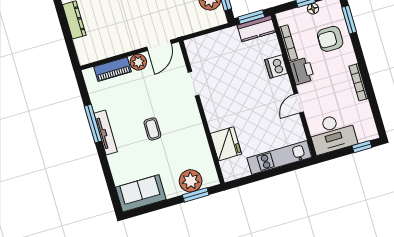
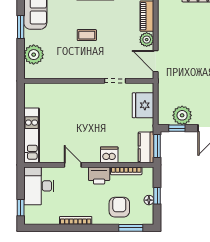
fridge: (226, 144) -> (143, 105), moved, turned 90
window: (196, 195) -> (21, 27), moved

